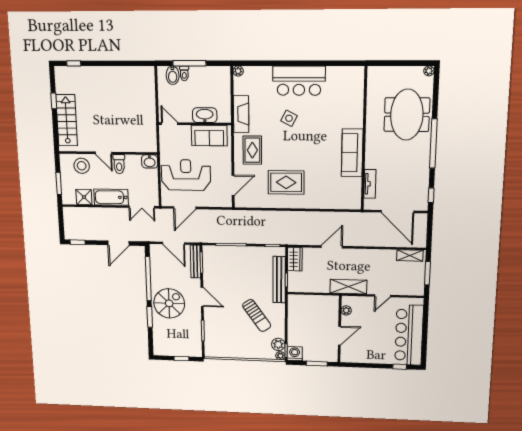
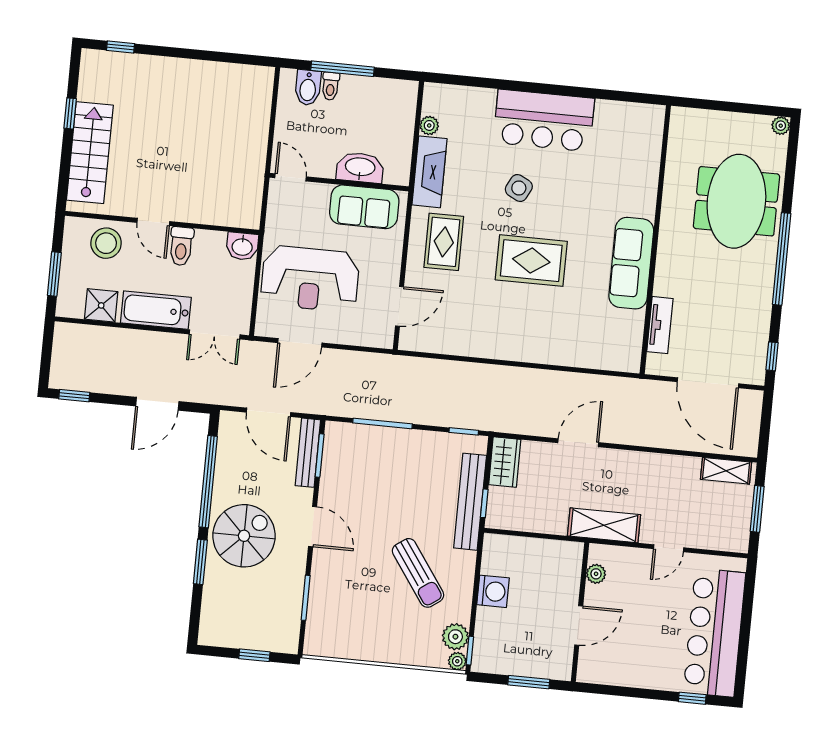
plant: (238, 71) -> (429, 125), moved
reception desk: (186, 175) -> (310, 279), turned 180
rug: (286, 182) -> (531, 261), moved
washing machine: (295, 354) -> (493, 591), moved, turned 90

